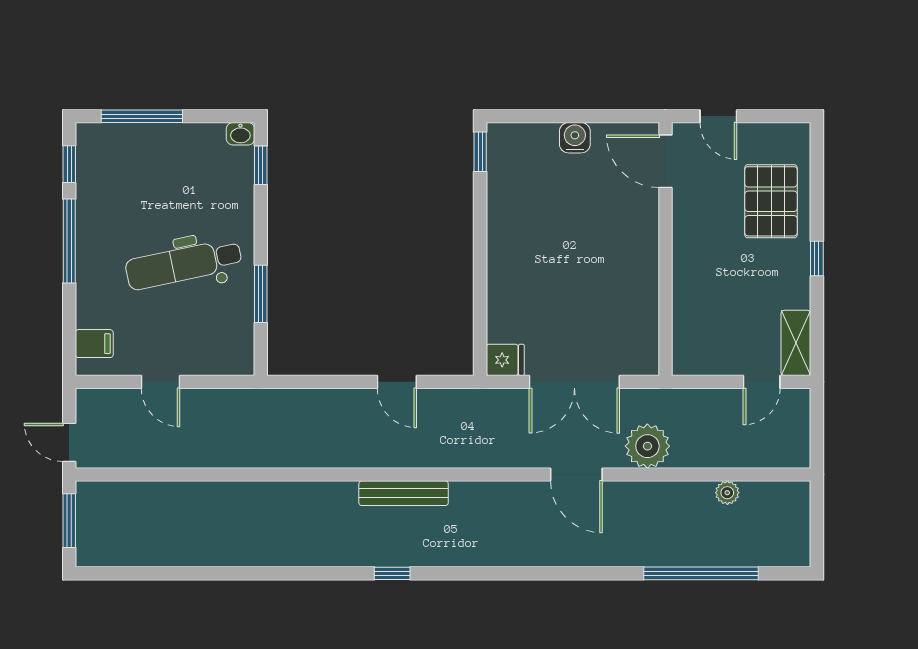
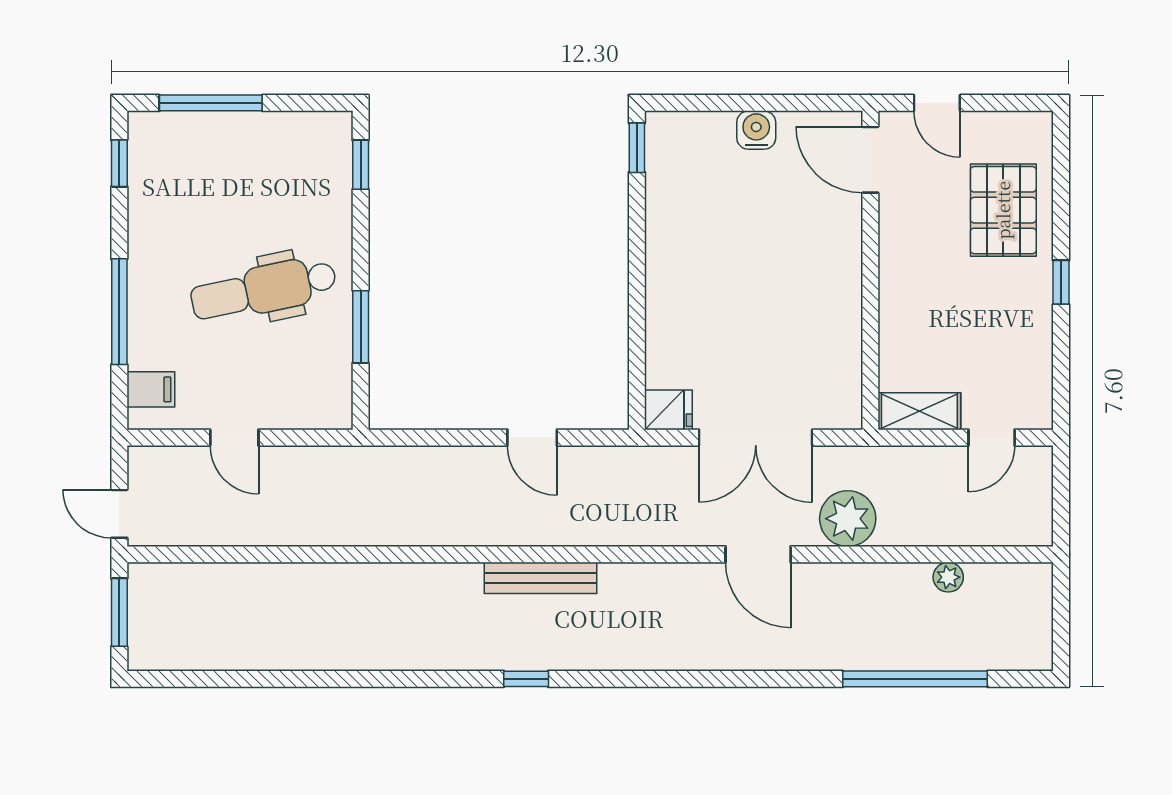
washbasin: (240, 134) -> (335, 125), removed
window: (69, 241) -> (119, 312), moved
shelving: (796, 343) -> (919, 411), moved, turned 90

